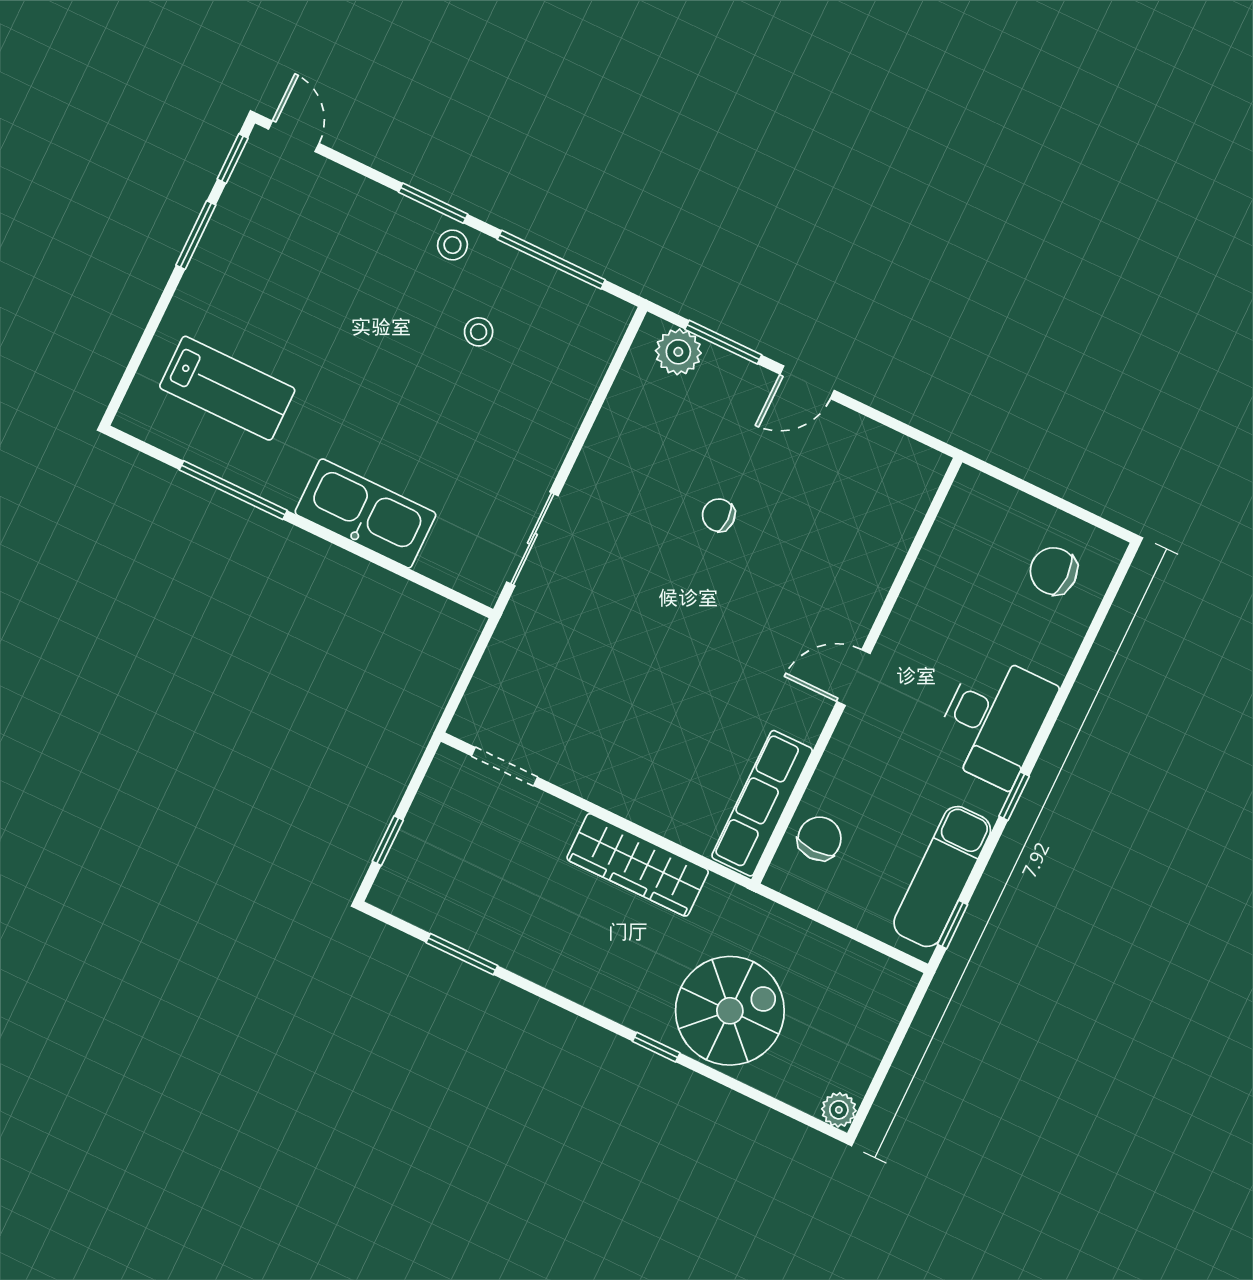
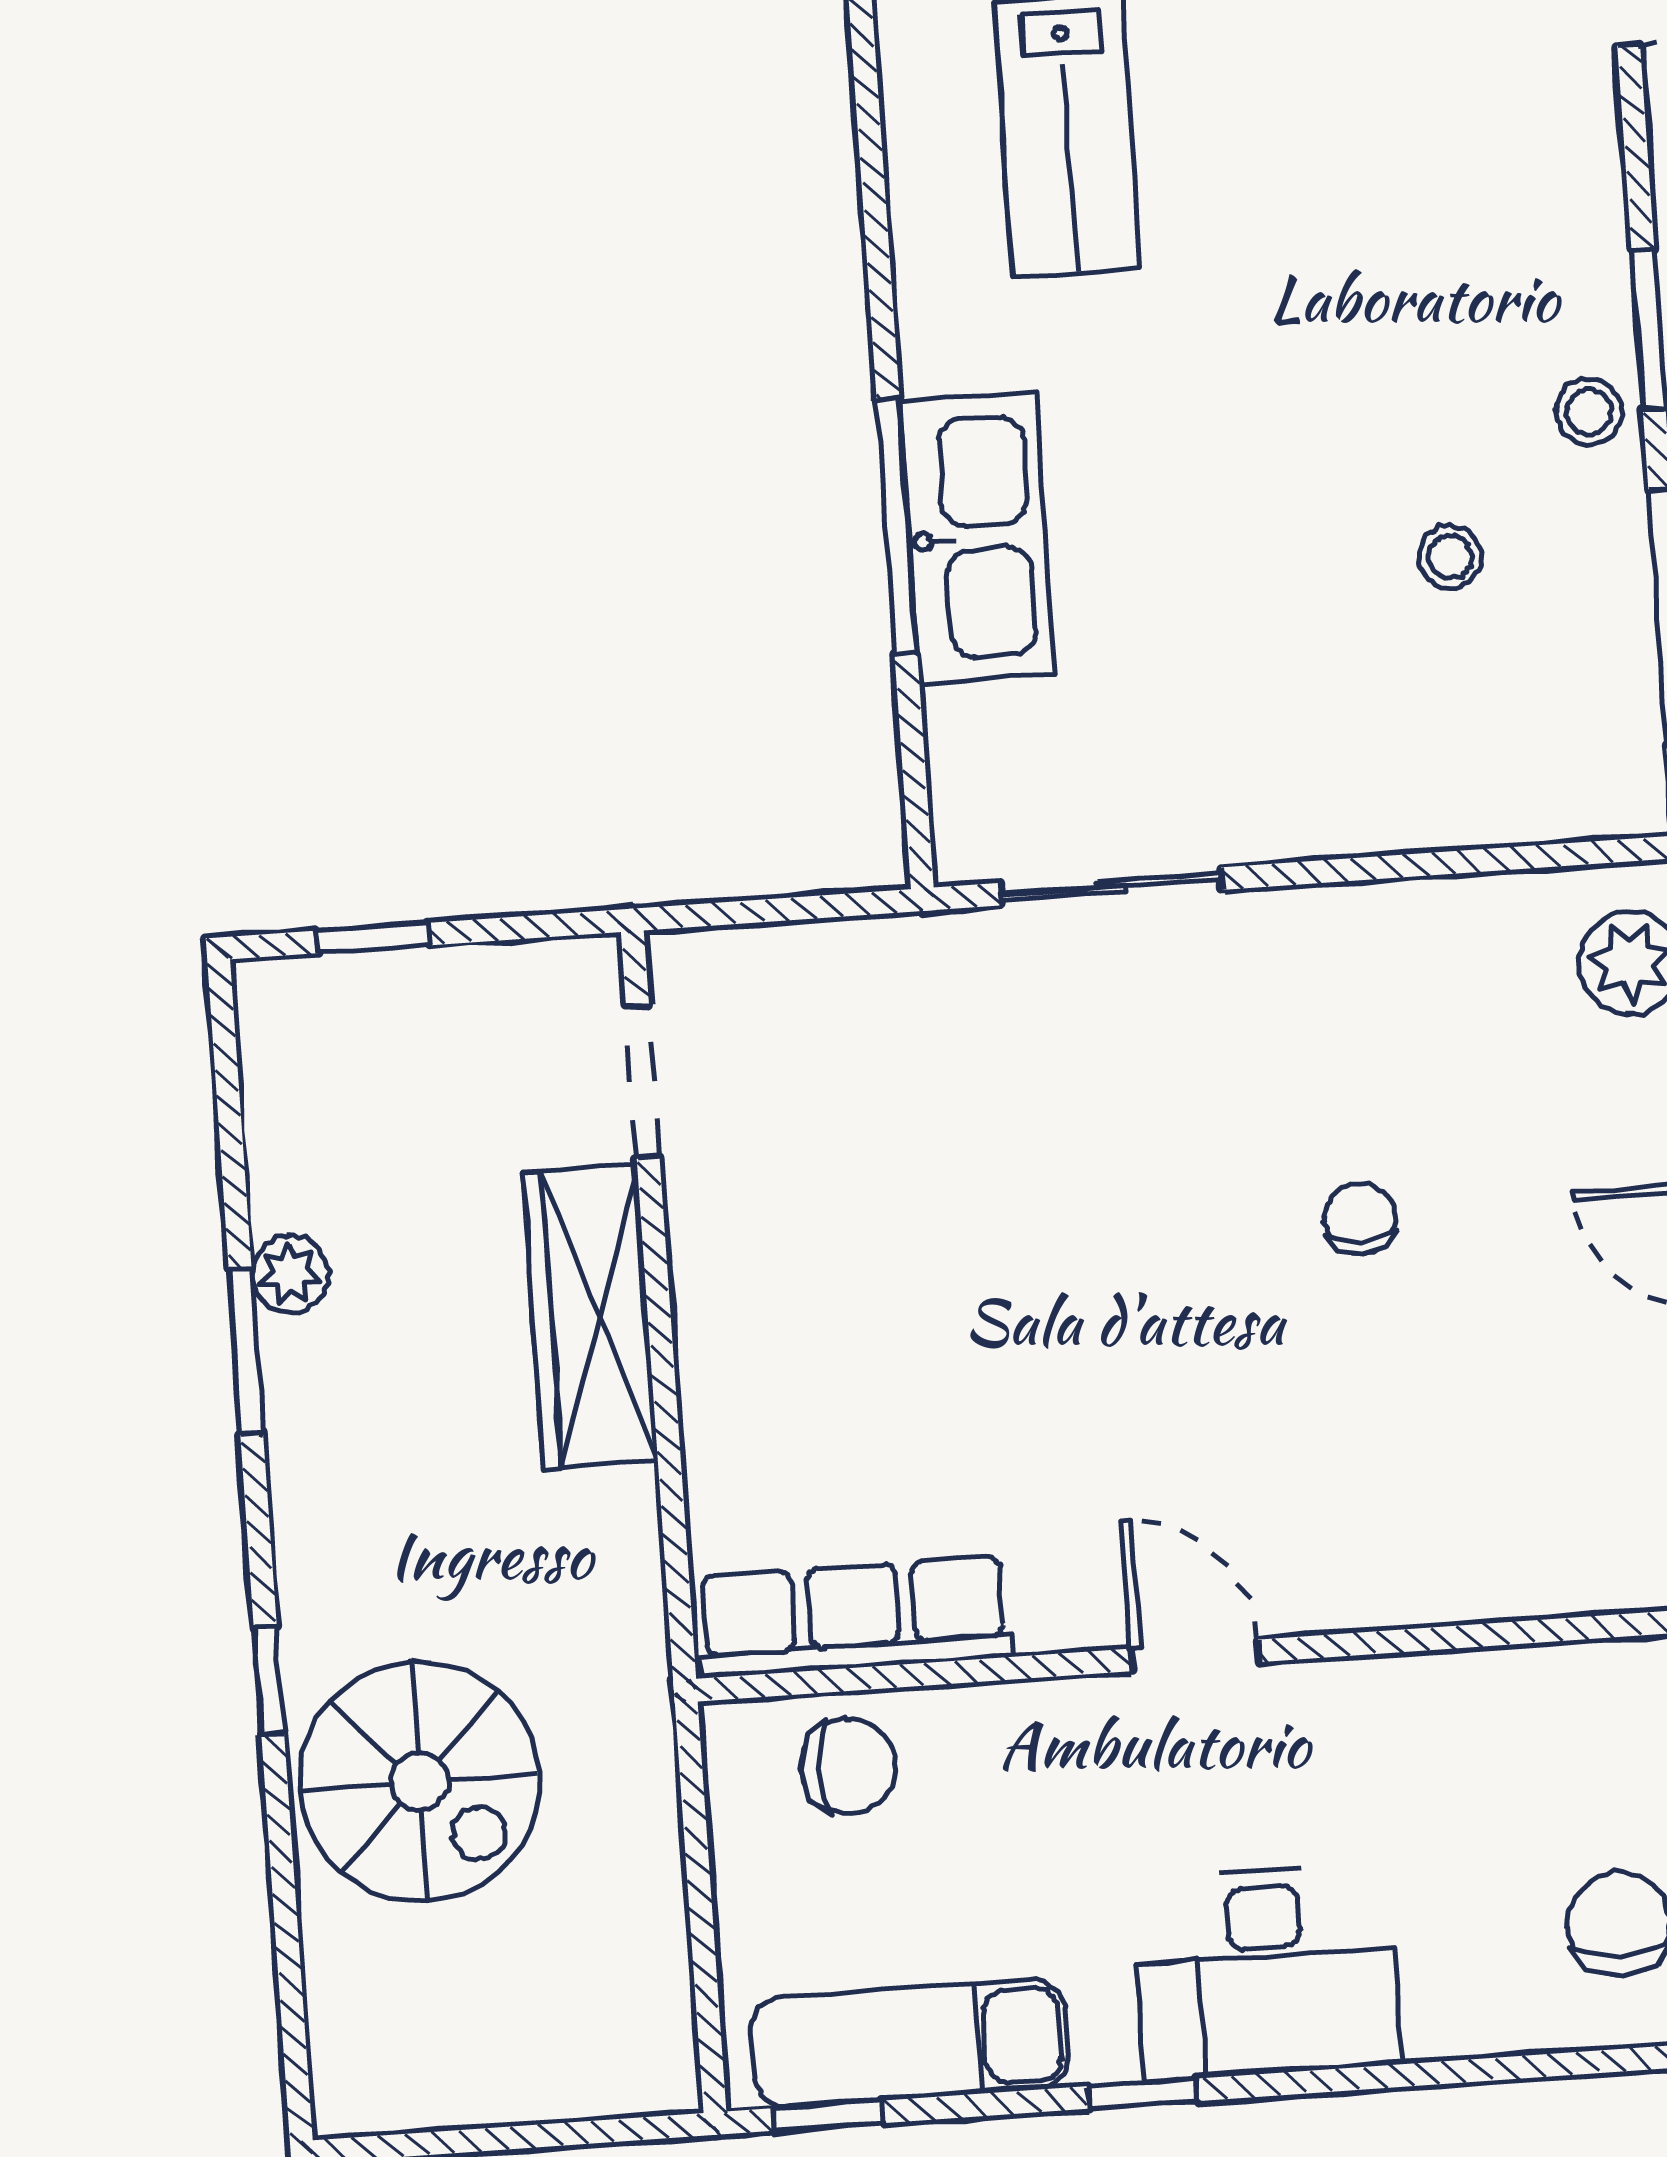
window: (233, 490) -> (897, 527), moved
wardrobe: (638, 865) -> (590, 1316), moved
window: (462, 954) -> (246, 1351), moved
plant: (839, 1110) -> (290, 1274), moved

